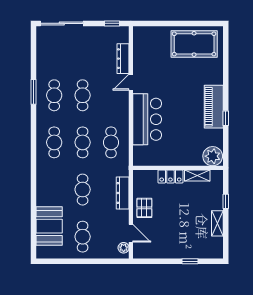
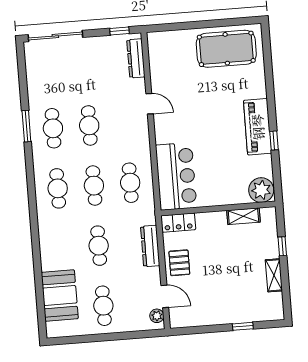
dresser: (123, 59) -> (136, 58), moved
door: (131, 82) -> (150, 104), swing flipped
bar counter: (147, 119) -> (176, 176), moved
locker: (170, 176) -> (178, 223), moved

